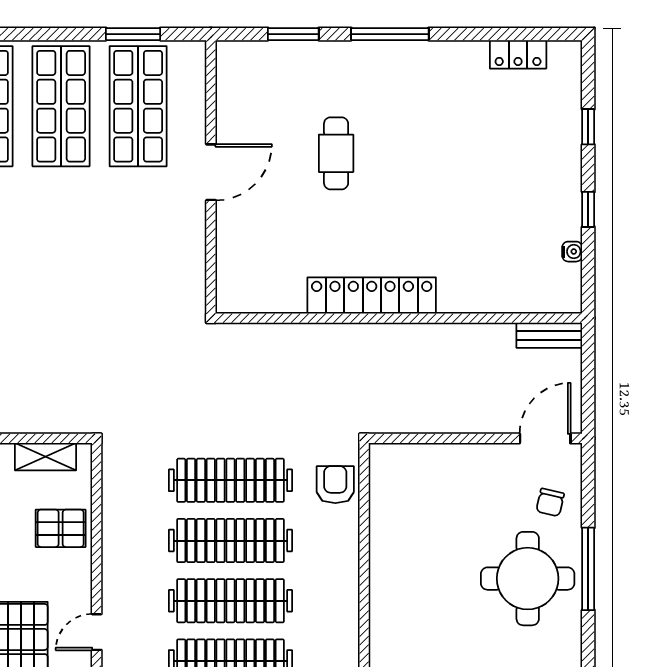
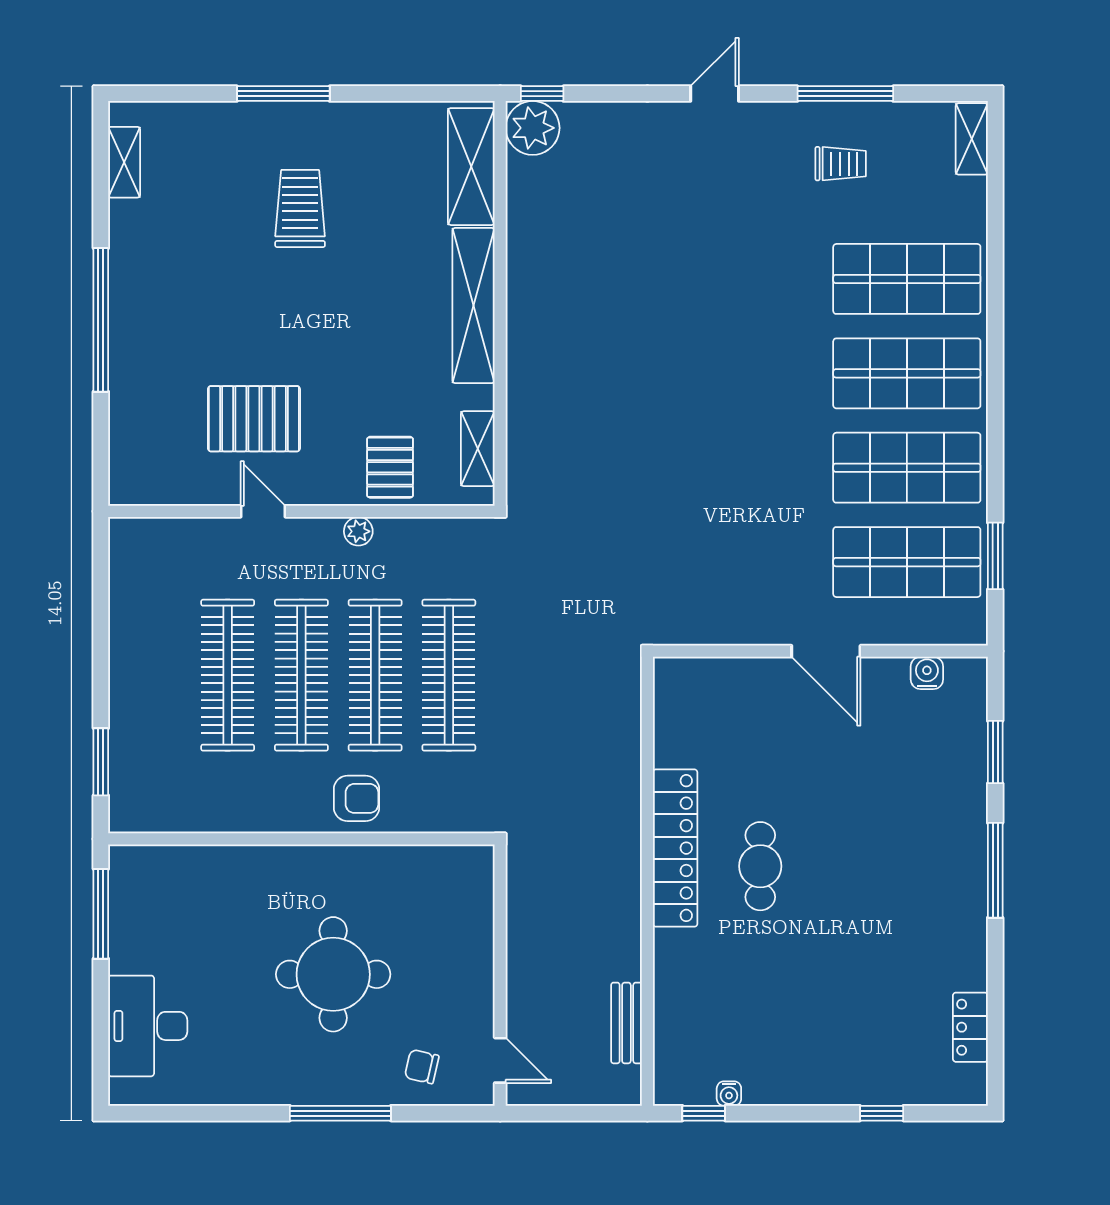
water cooler: (229, 90) -> (927, 673), added
cafe table: (336, 153) -> (760, 866), moved, turned 90
window: (588, 209) -> (704, 1113), moved
bench: (549, 335) -> (626, 1023), moved
door: (545, 438) -> (500, 1060), width x0.73
armchair: (335, 485) -> (357, 798), moved
plant: (113, 554) -> (358, 531), added
round table: (528, 579) -> (333, 974), moved

